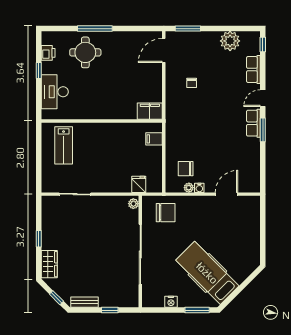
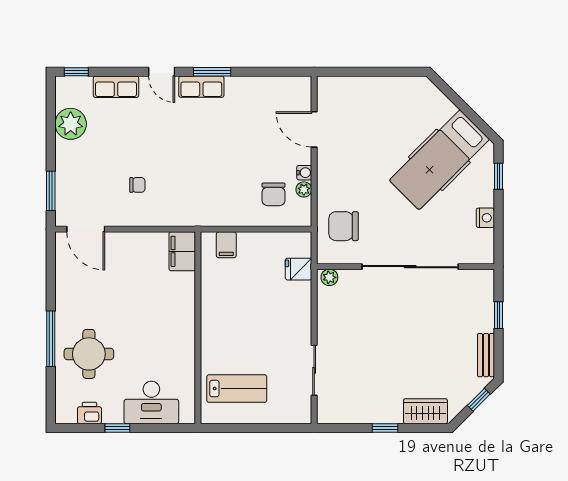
chair: (166, 213) -> (344, 226), turned -90
window: (197, 310) -> (498, 176), width x0.67

